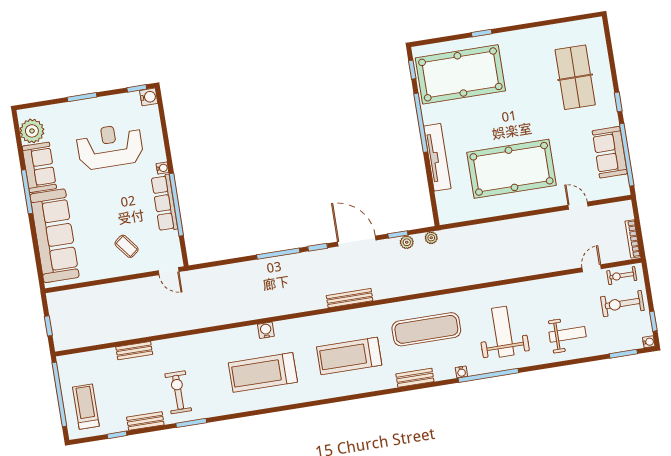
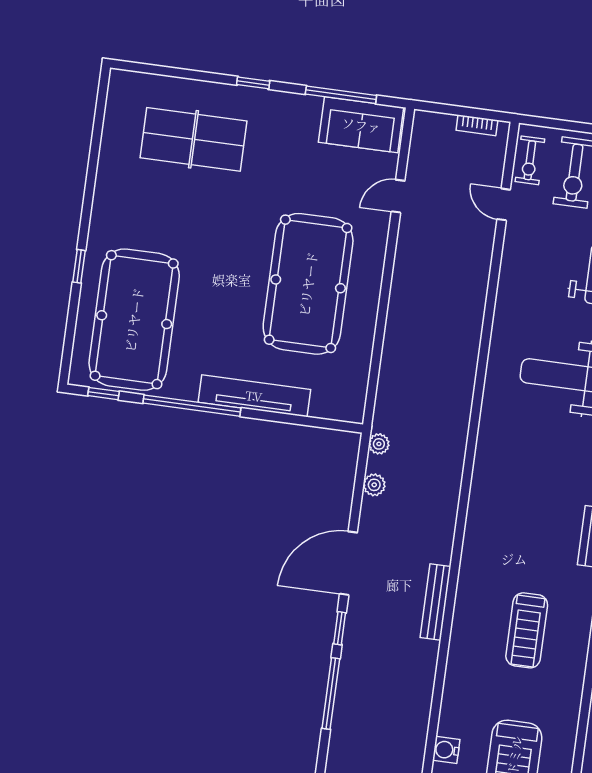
sofa: (610, 152) -> (361, 125), moved
window: (627, 155) -> (341, 95), width x0.68
window: (398, 234) -> (358, 495), removed
bookcase: (633, 239) -> (477, 125), width x0.64
exercise mat: (426, 329) -> (521, 495), removed
treadmill: (349, 356) -> (527, 630), width x0.73, depth x0.73

